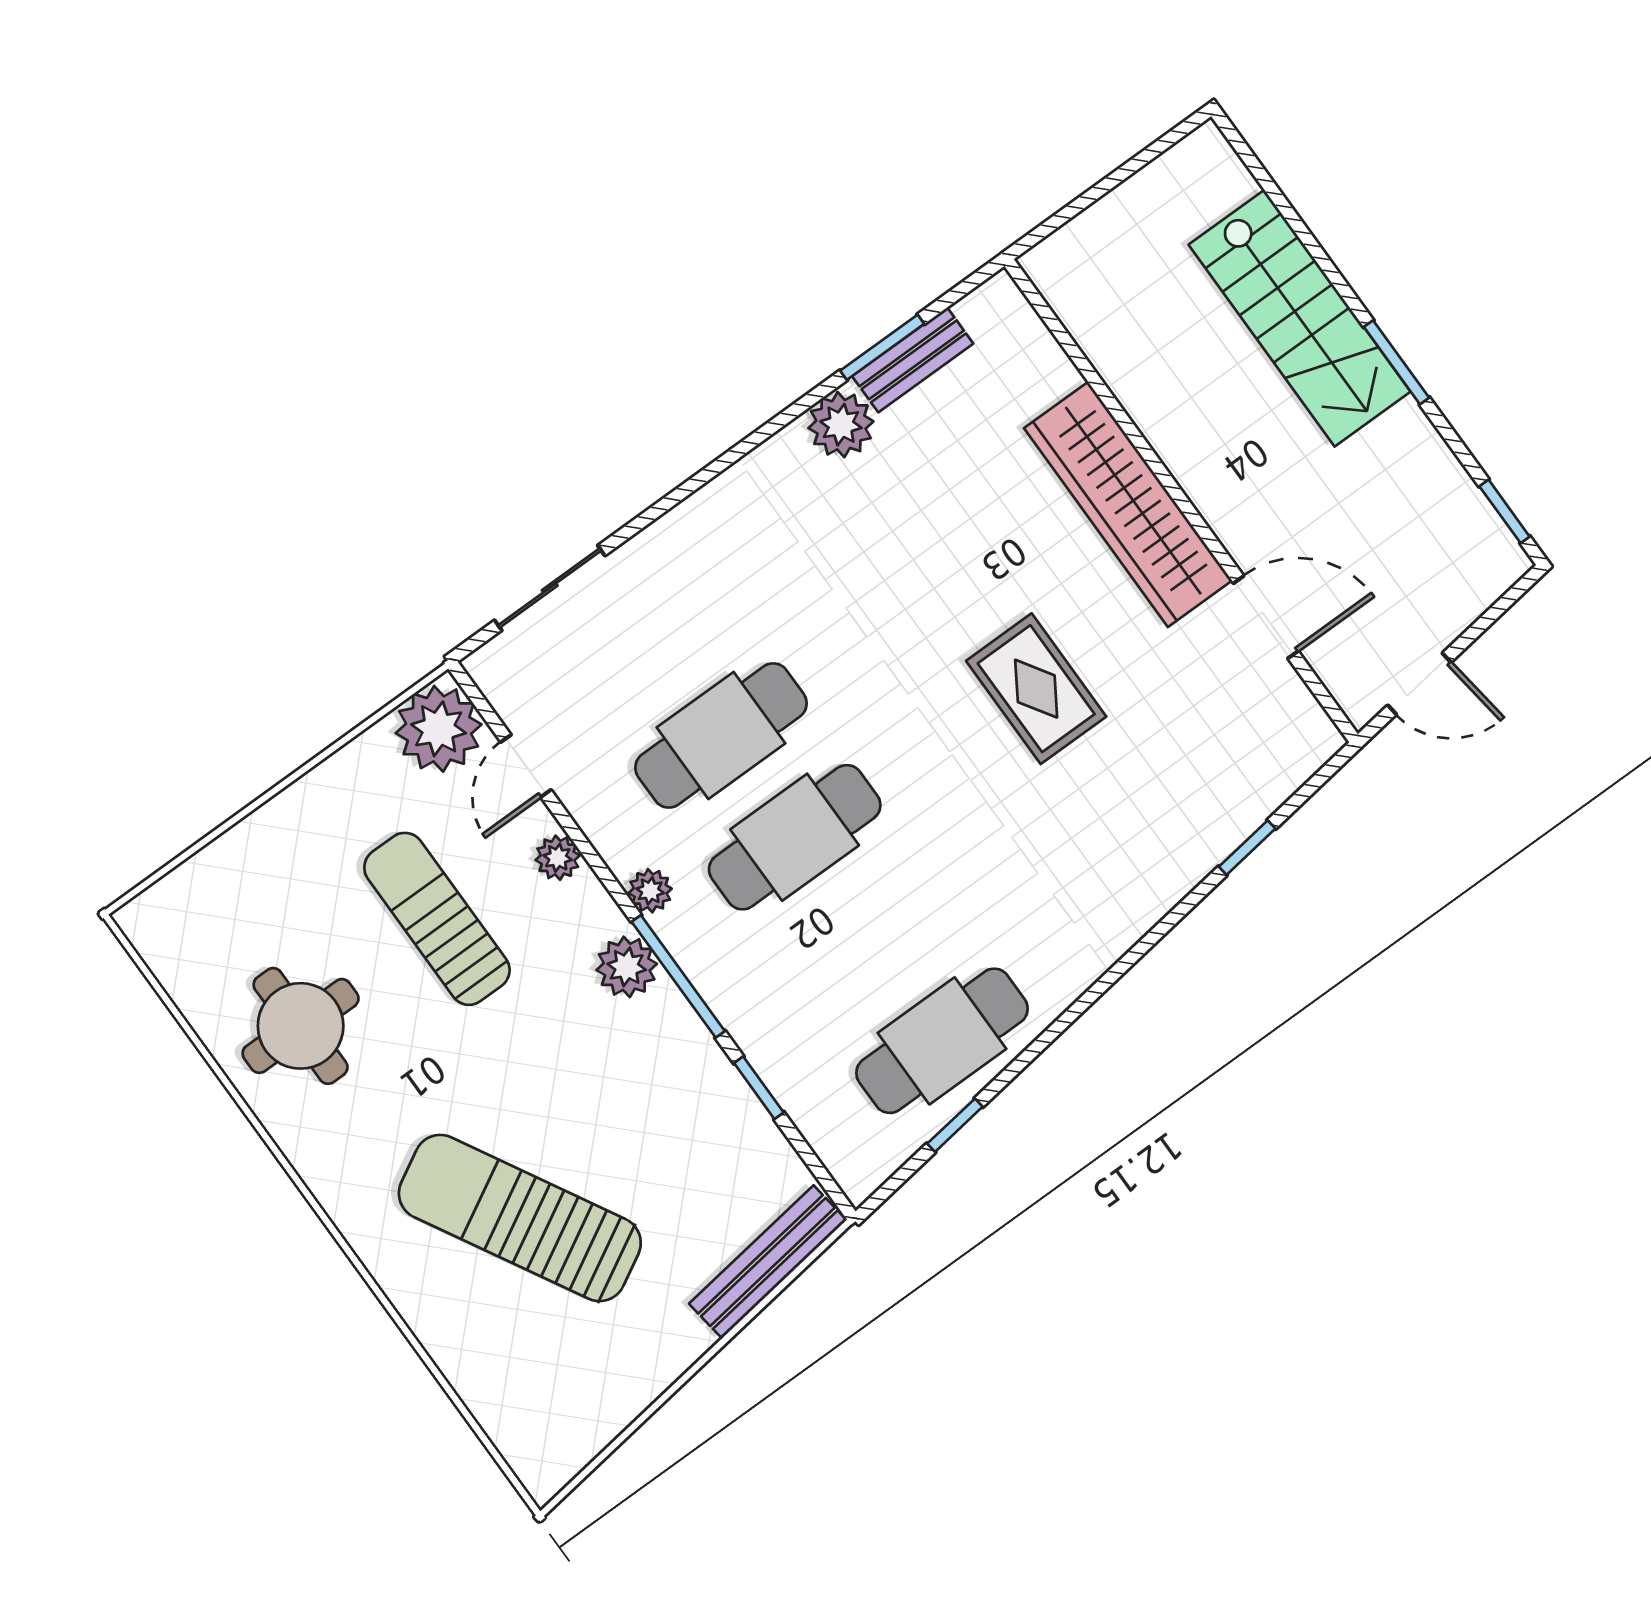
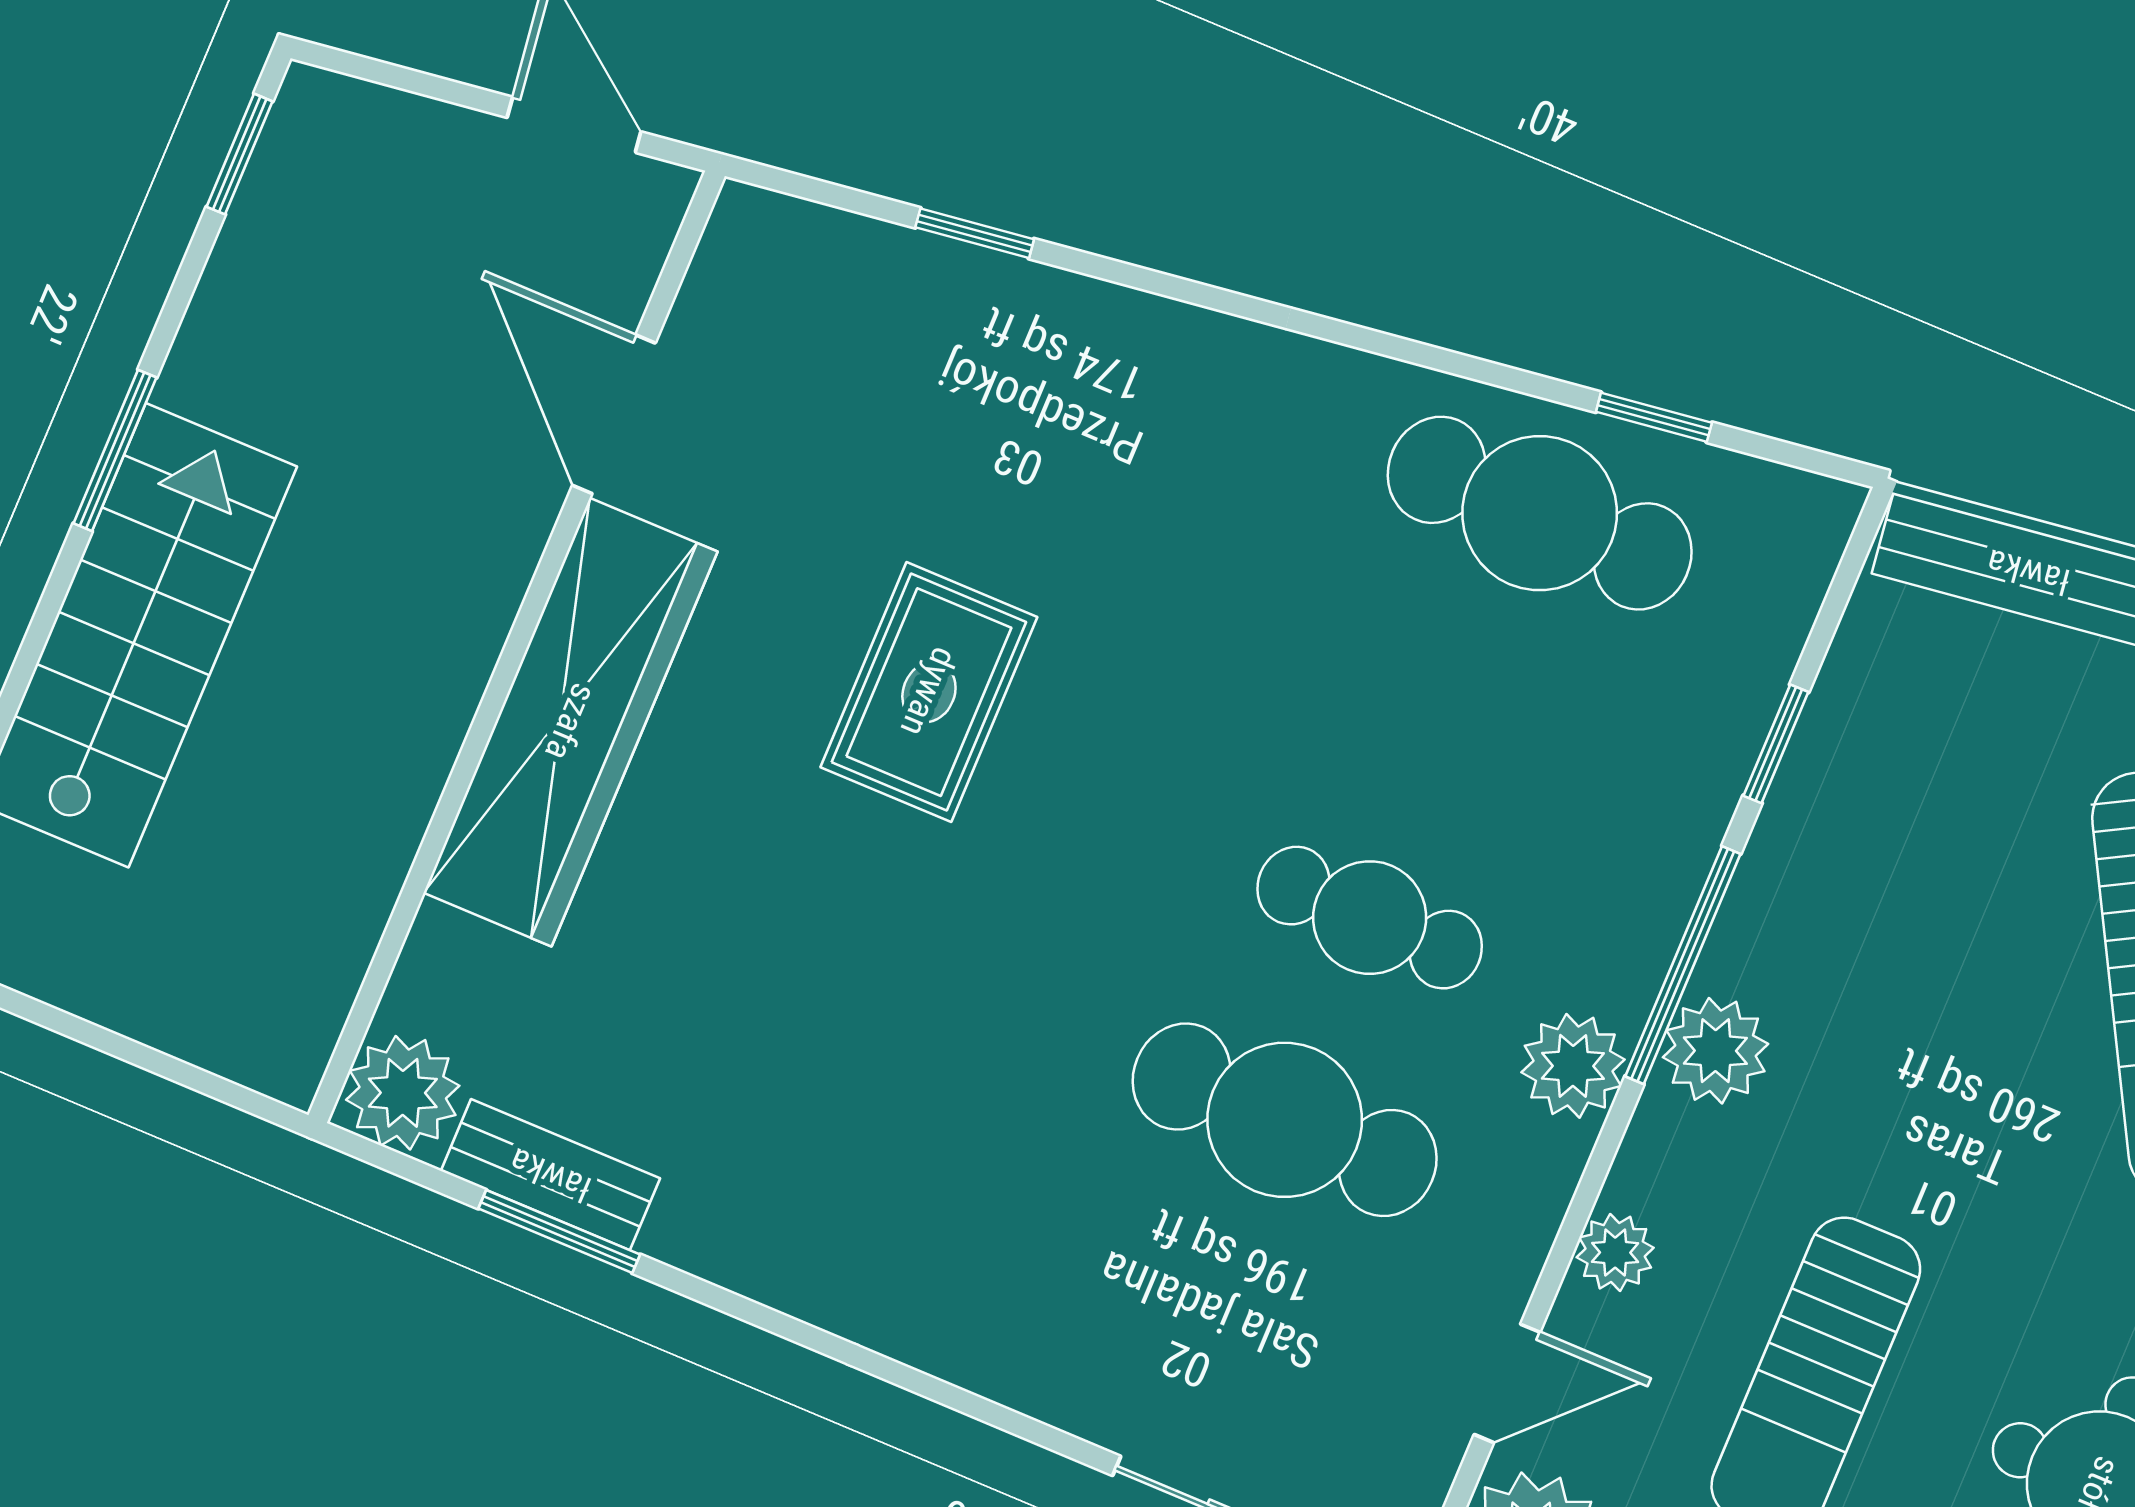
plant: (841, 425) -> (403, 1093), moved
cafe table: (795, 837) -> (1370, 918), width x0.73, depth x0.74
plant: (650, 891) -> (1573, 1066), width x1.38, depth x1.38

